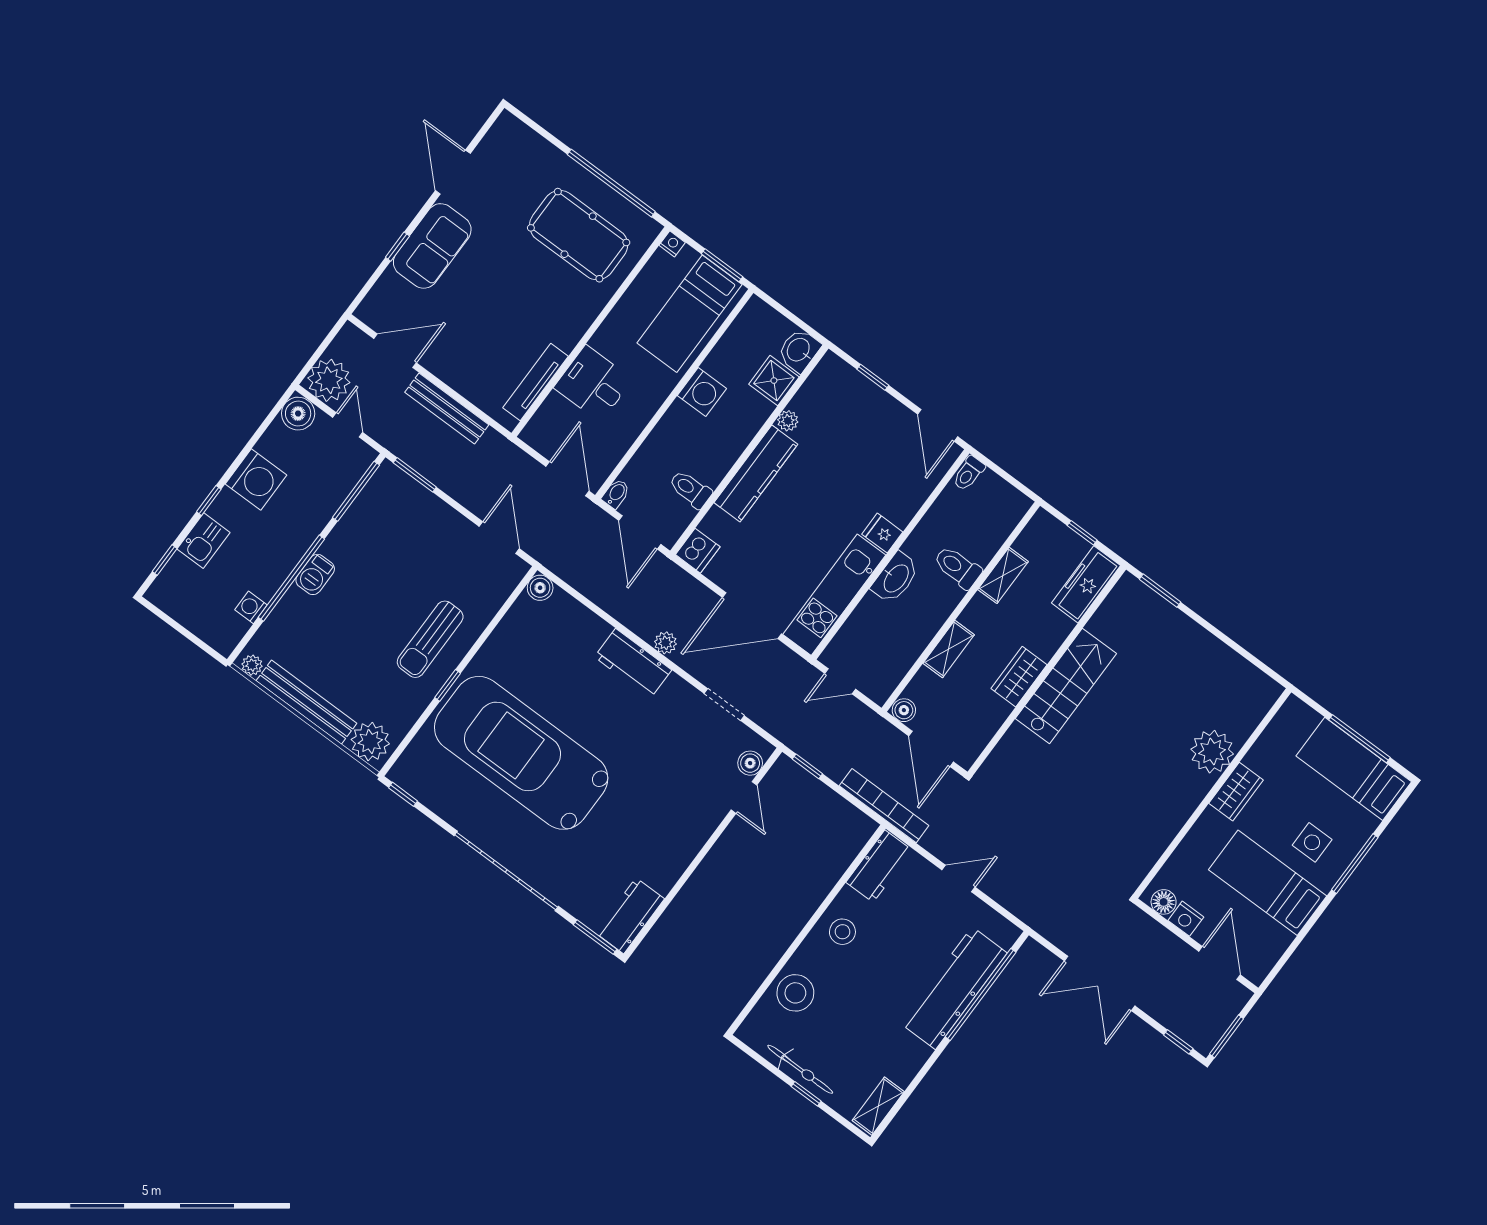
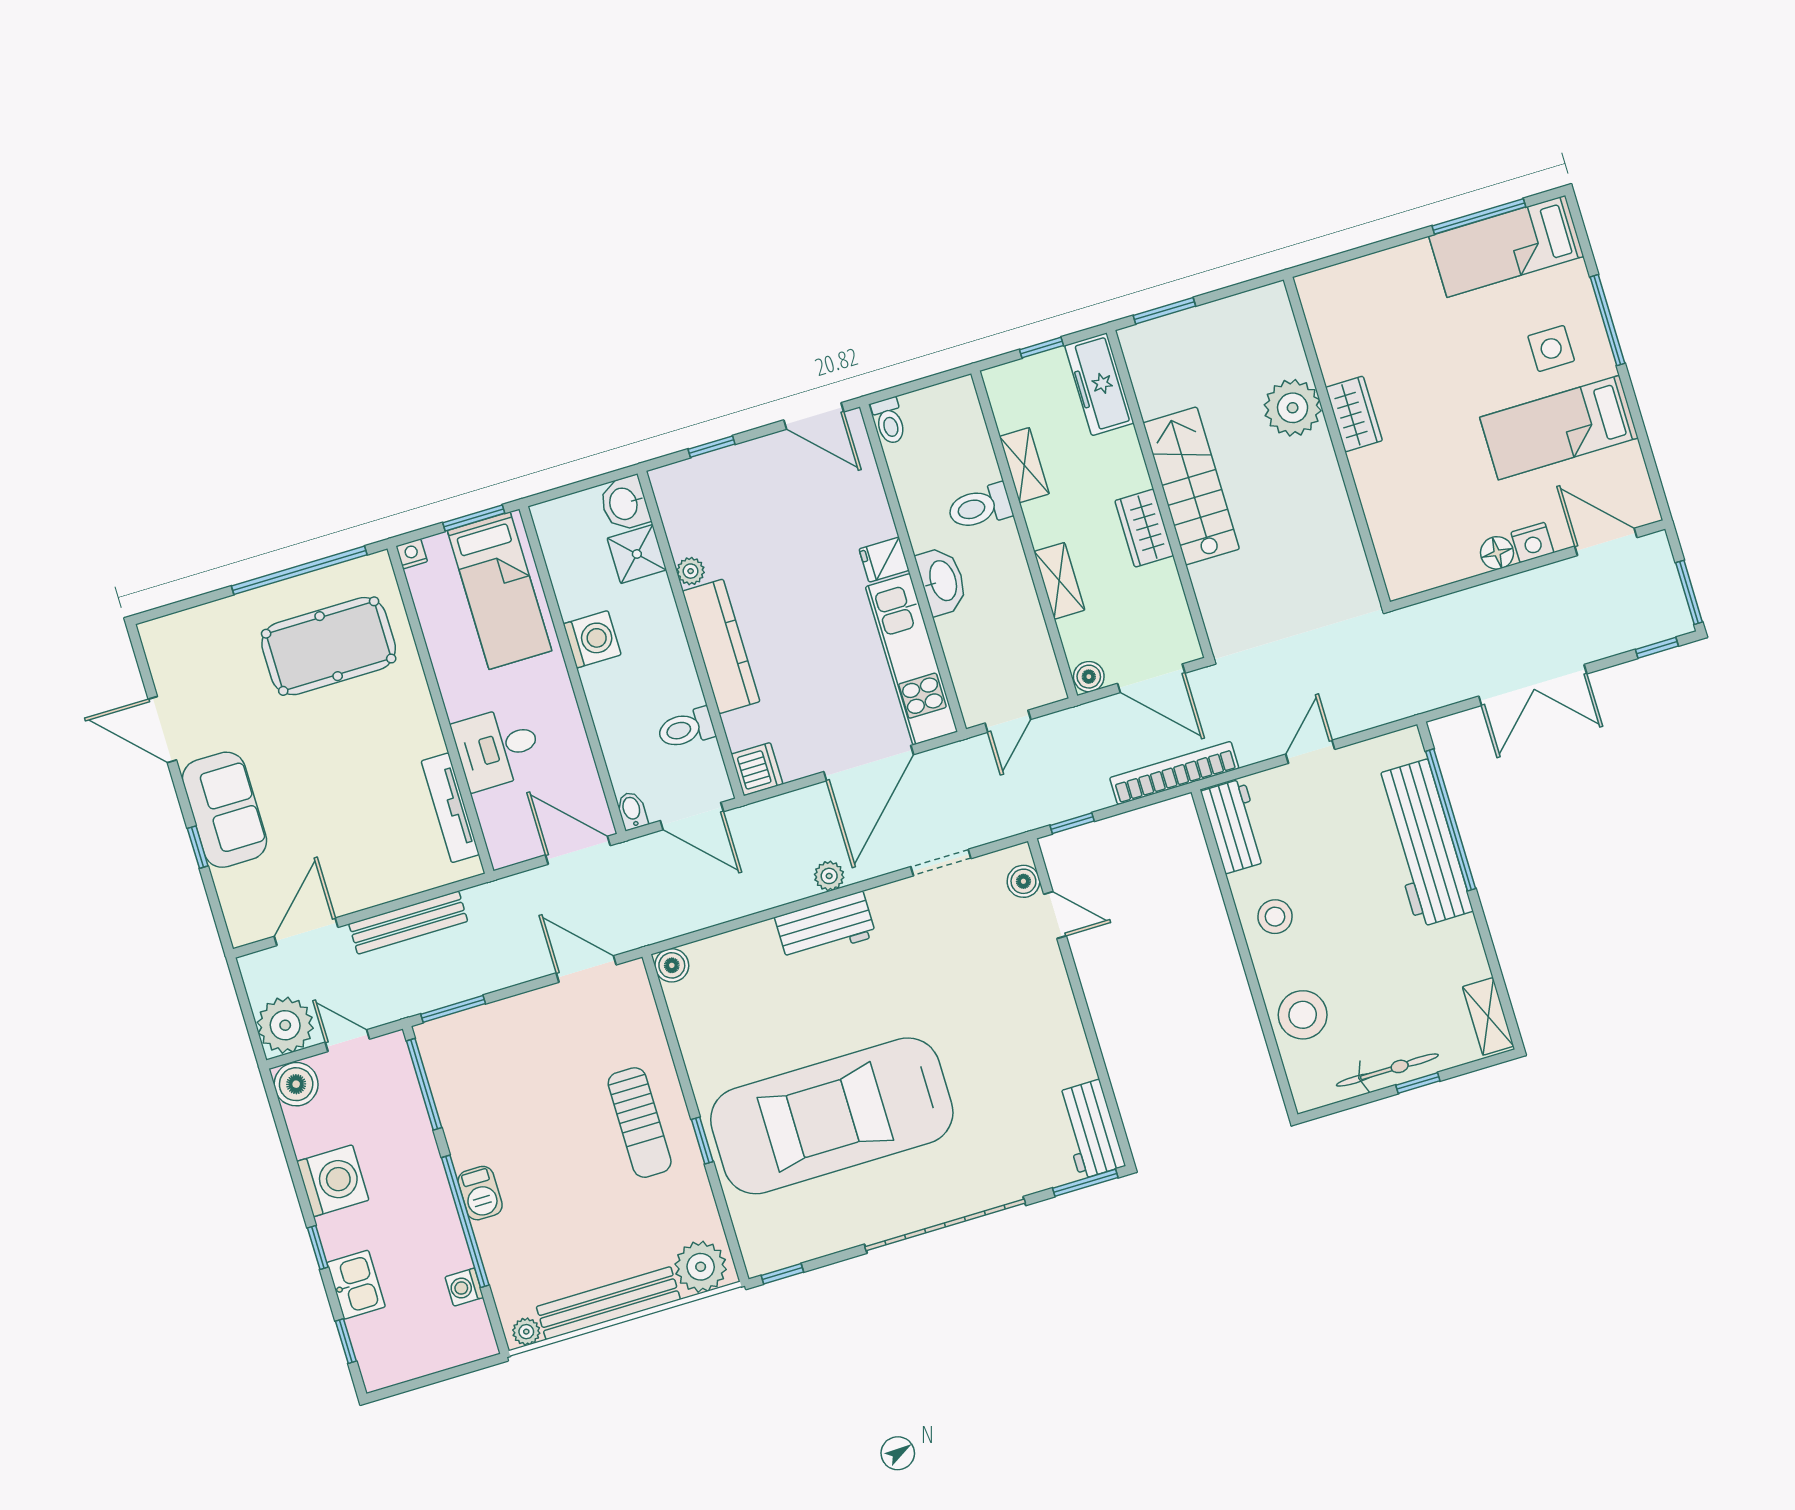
plant: (1212, 752) -> (1293, 408), moved
wardrobe: (1236, 792) -> (1354, 414), moved
wall: (1212, 793) -> (1337, 441), moved

